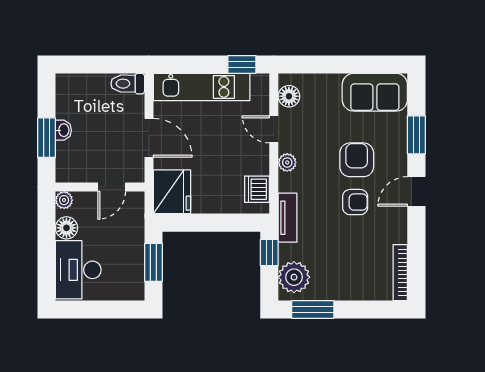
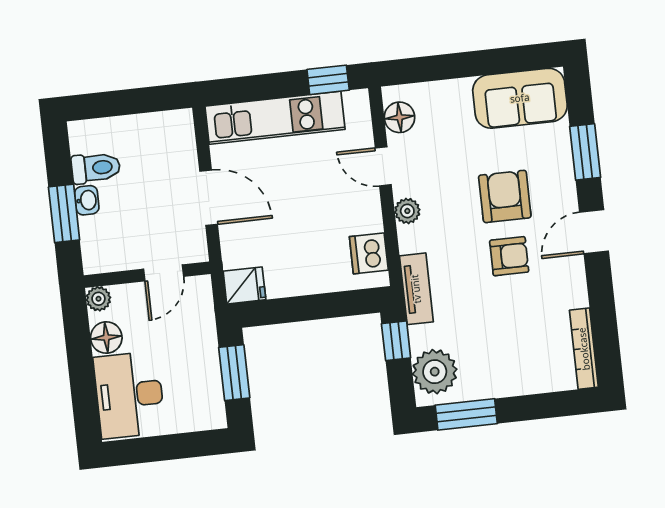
toilet: (128, 84) -> (96, 168), moved, turned 180
fridge: (172, 192) -> (244, 285), width x0.53, depth x0.75

